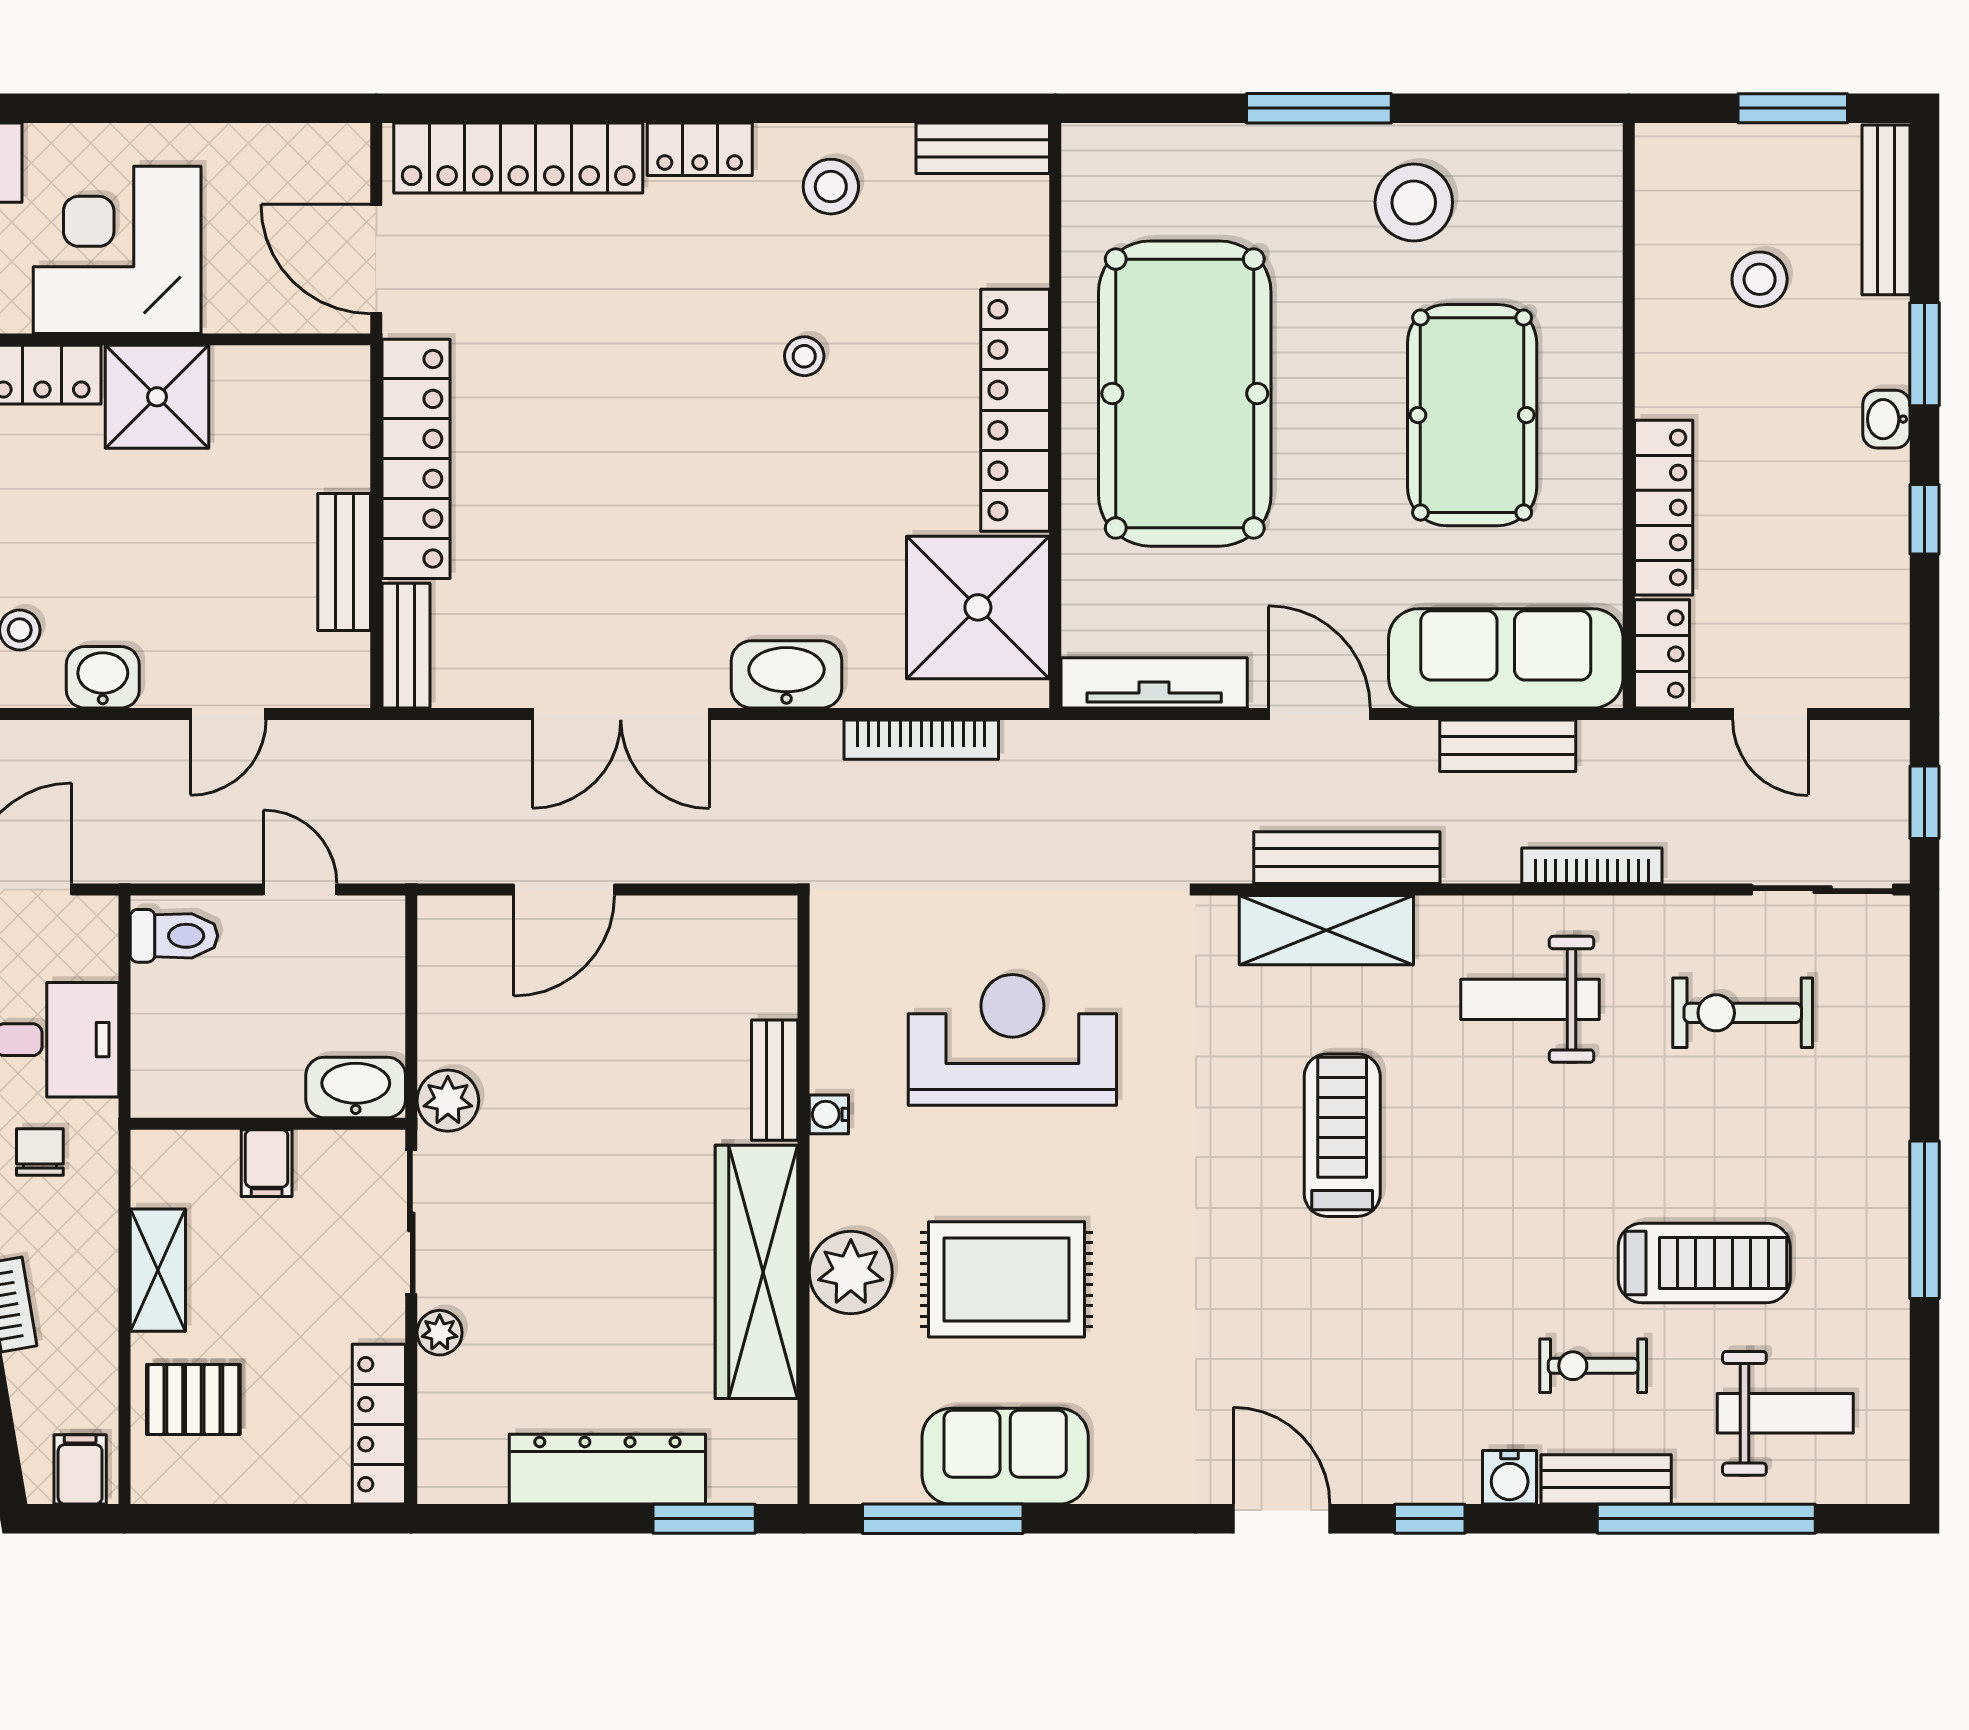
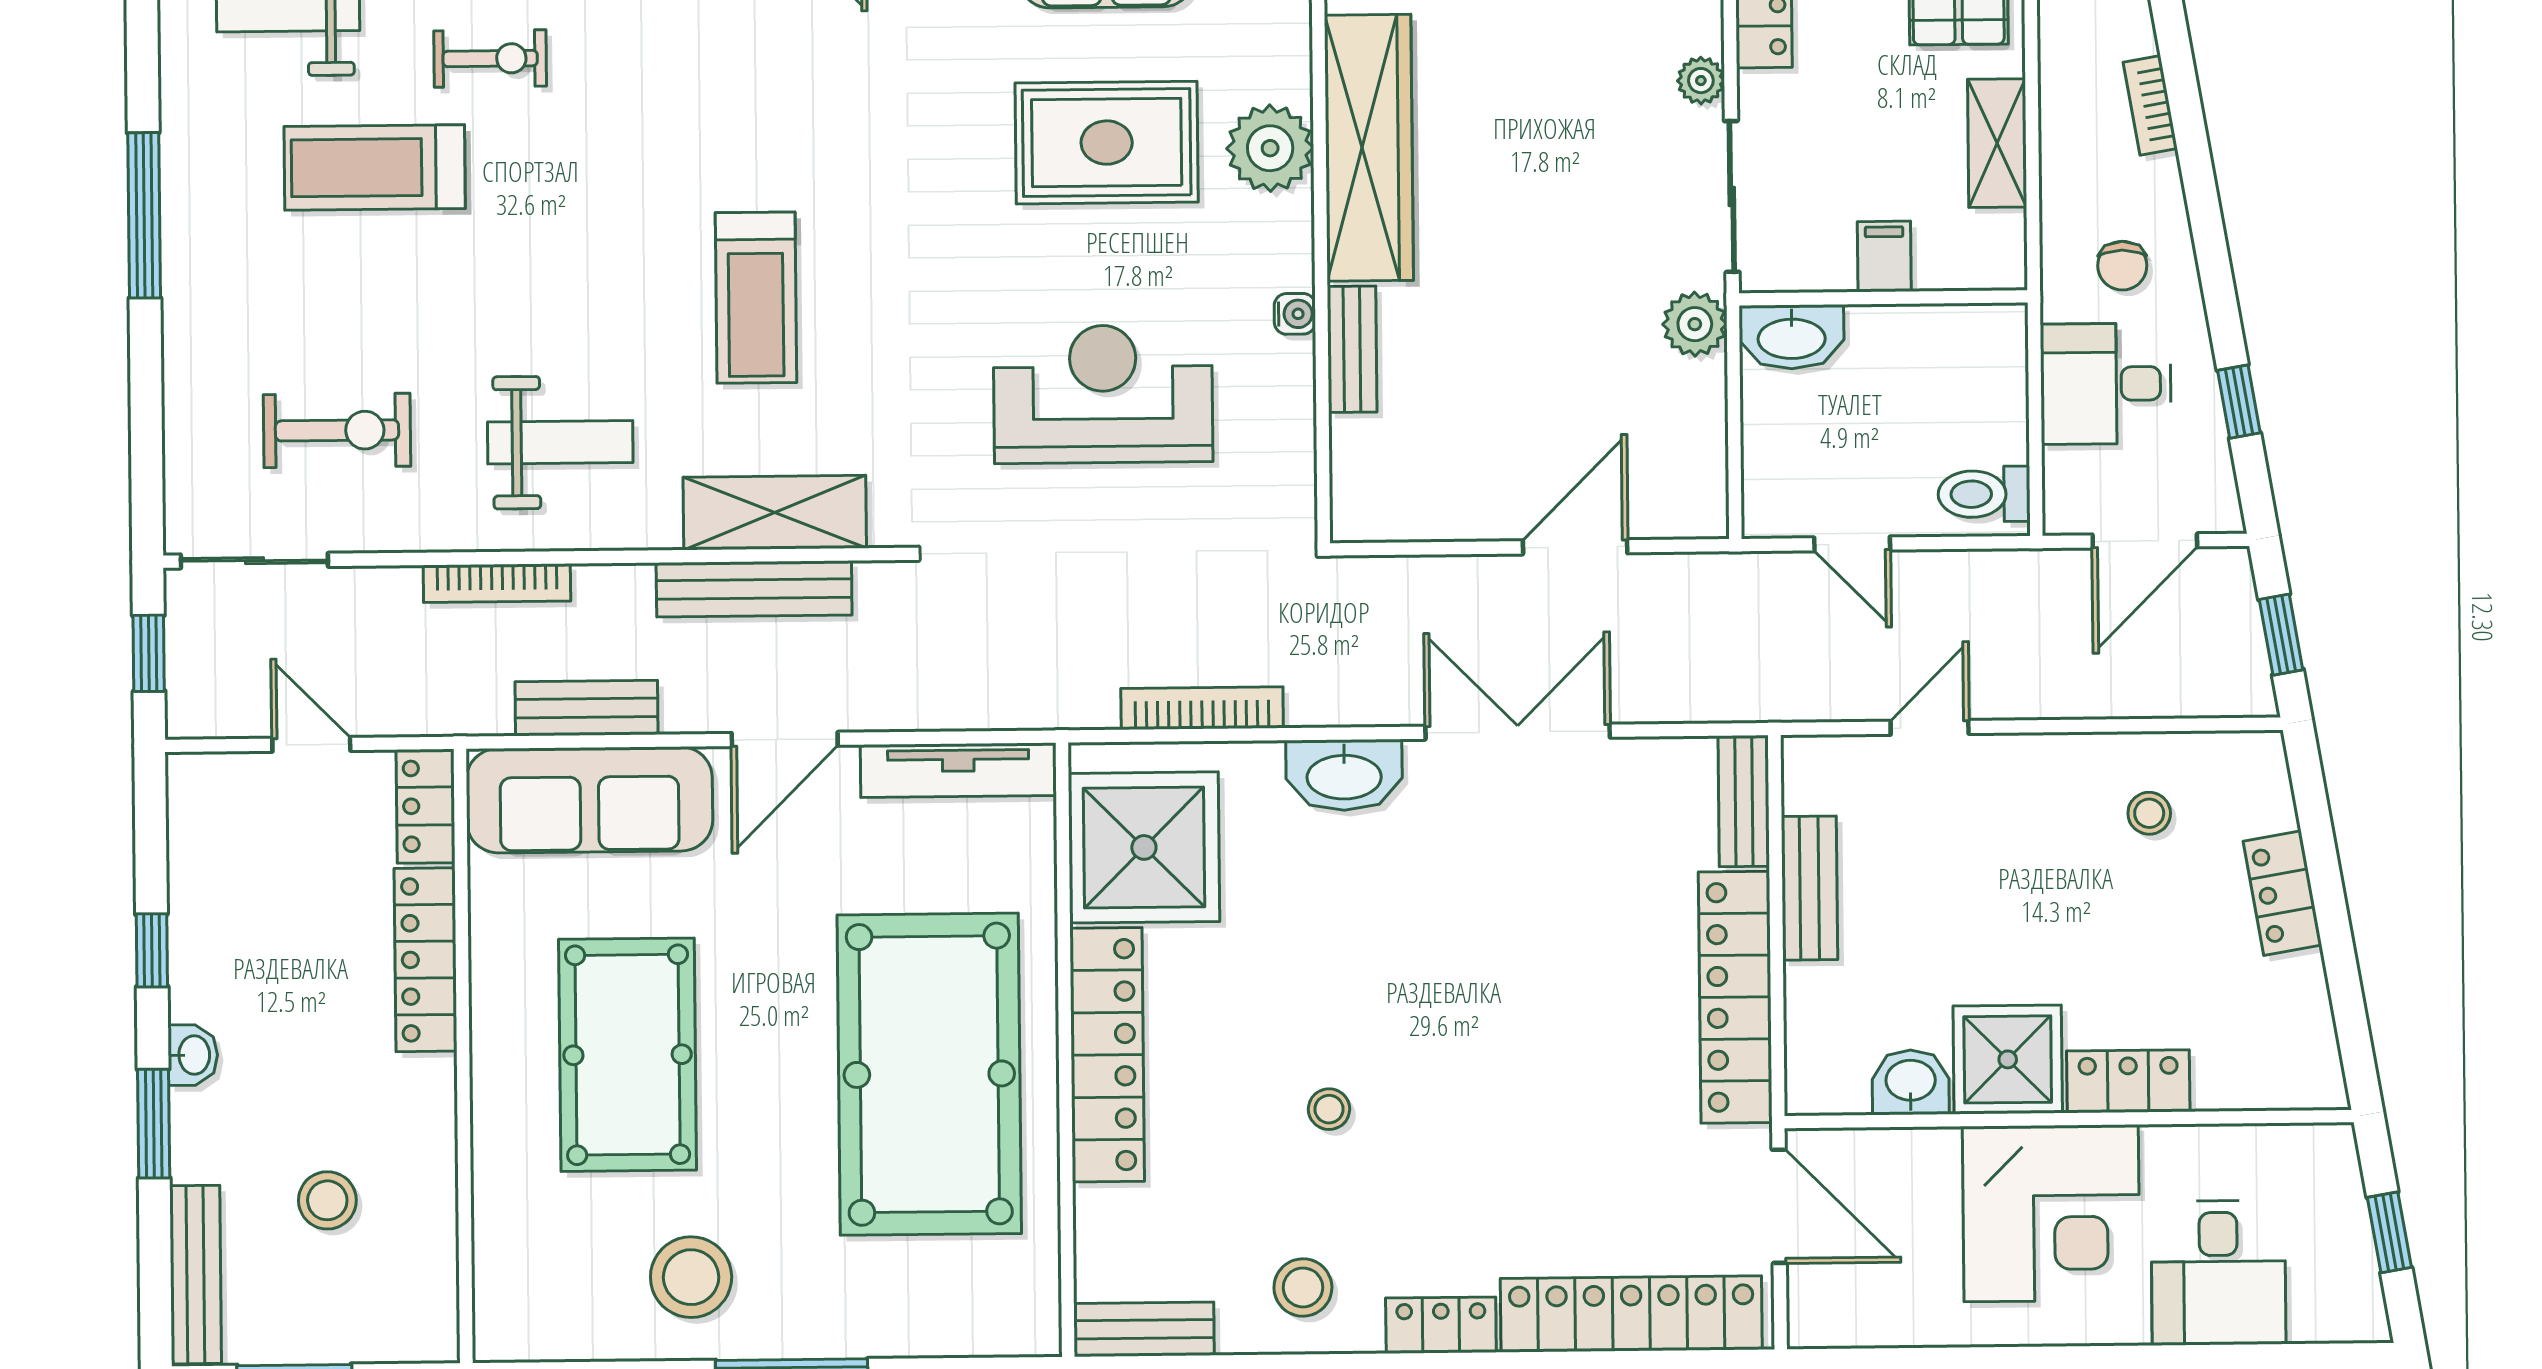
washbasin: (103, 677) -> (1911, 1082), moved, turned 180
door: (1319, 714) -> (785, 739), hinge flipped
reception desk: (1012, 1040) -> (1103, 394), turned 180

